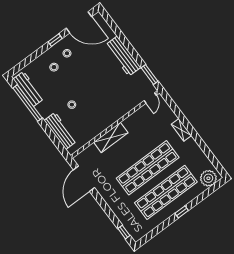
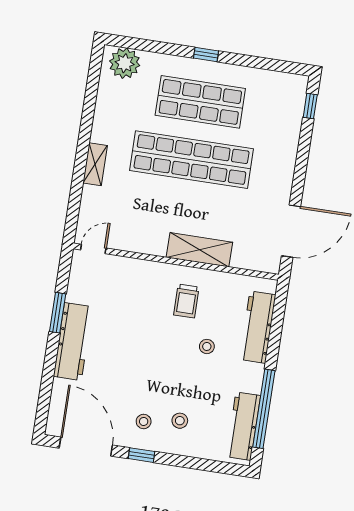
window: (150, 75) -> (58, 313), moved
trolley: (96, 114) -> (186, 301), added
shop shelf: (166, 192) -> (200, 102), width x0.71

